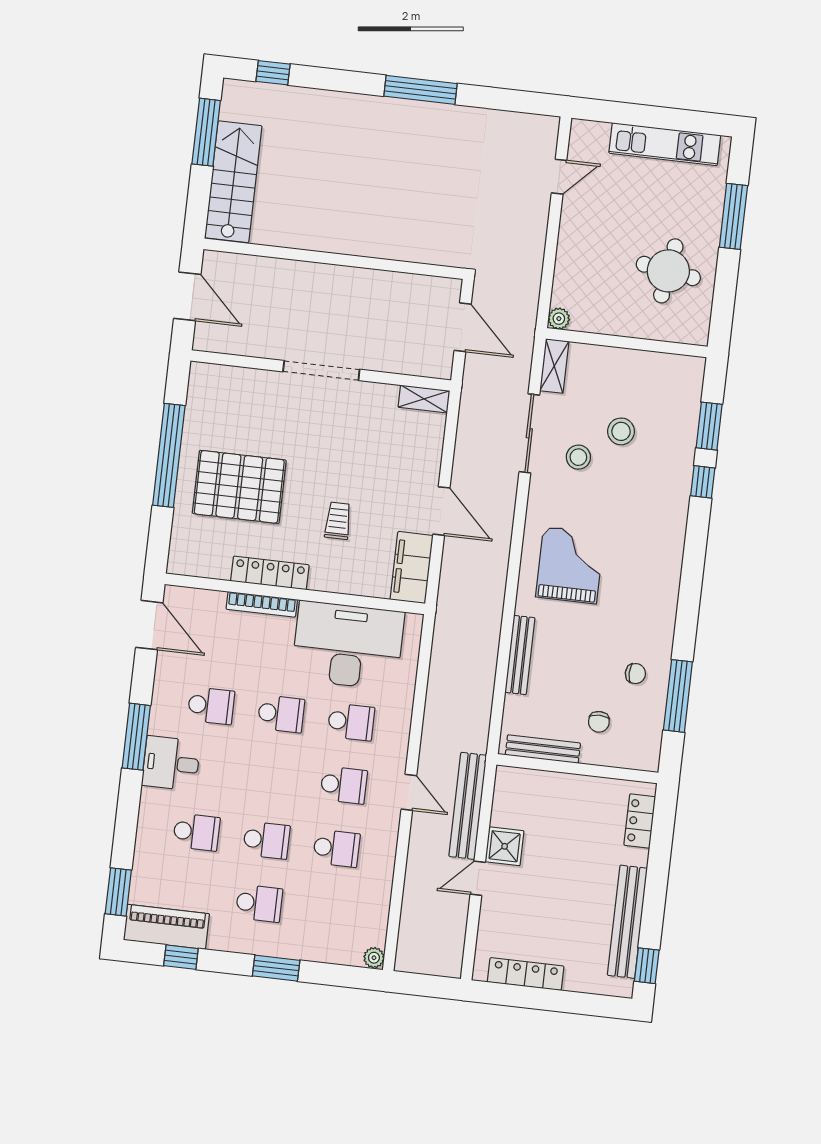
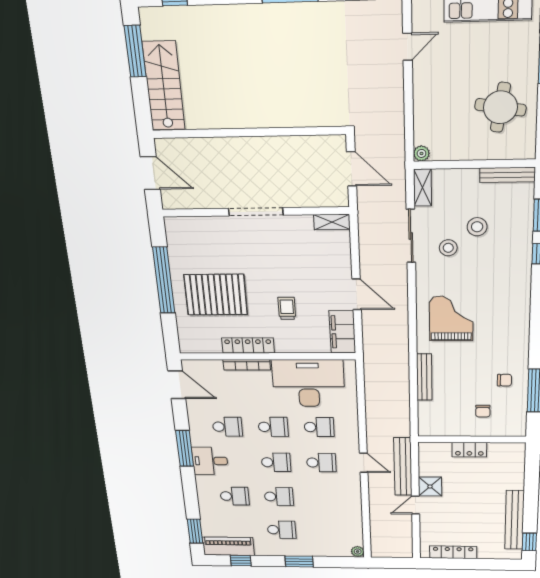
bench: (543, 749) -> (508, 175), moved
locker: (640, 821) -> (469, 450), moved, turned -90
school desk: (336, 848) -> (276, 462), moved

